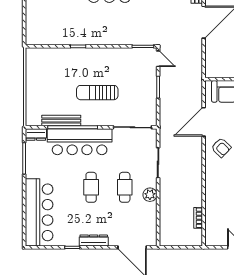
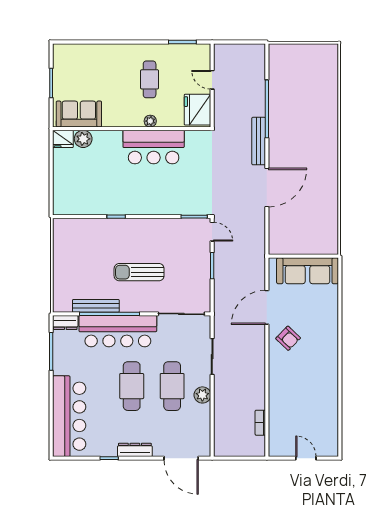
cafe table: (91, 187) -> (132, 386), width x1.37, depth x1.35
cafe table: (125, 187) -> (172, 386), width x1.37, depth x1.35

